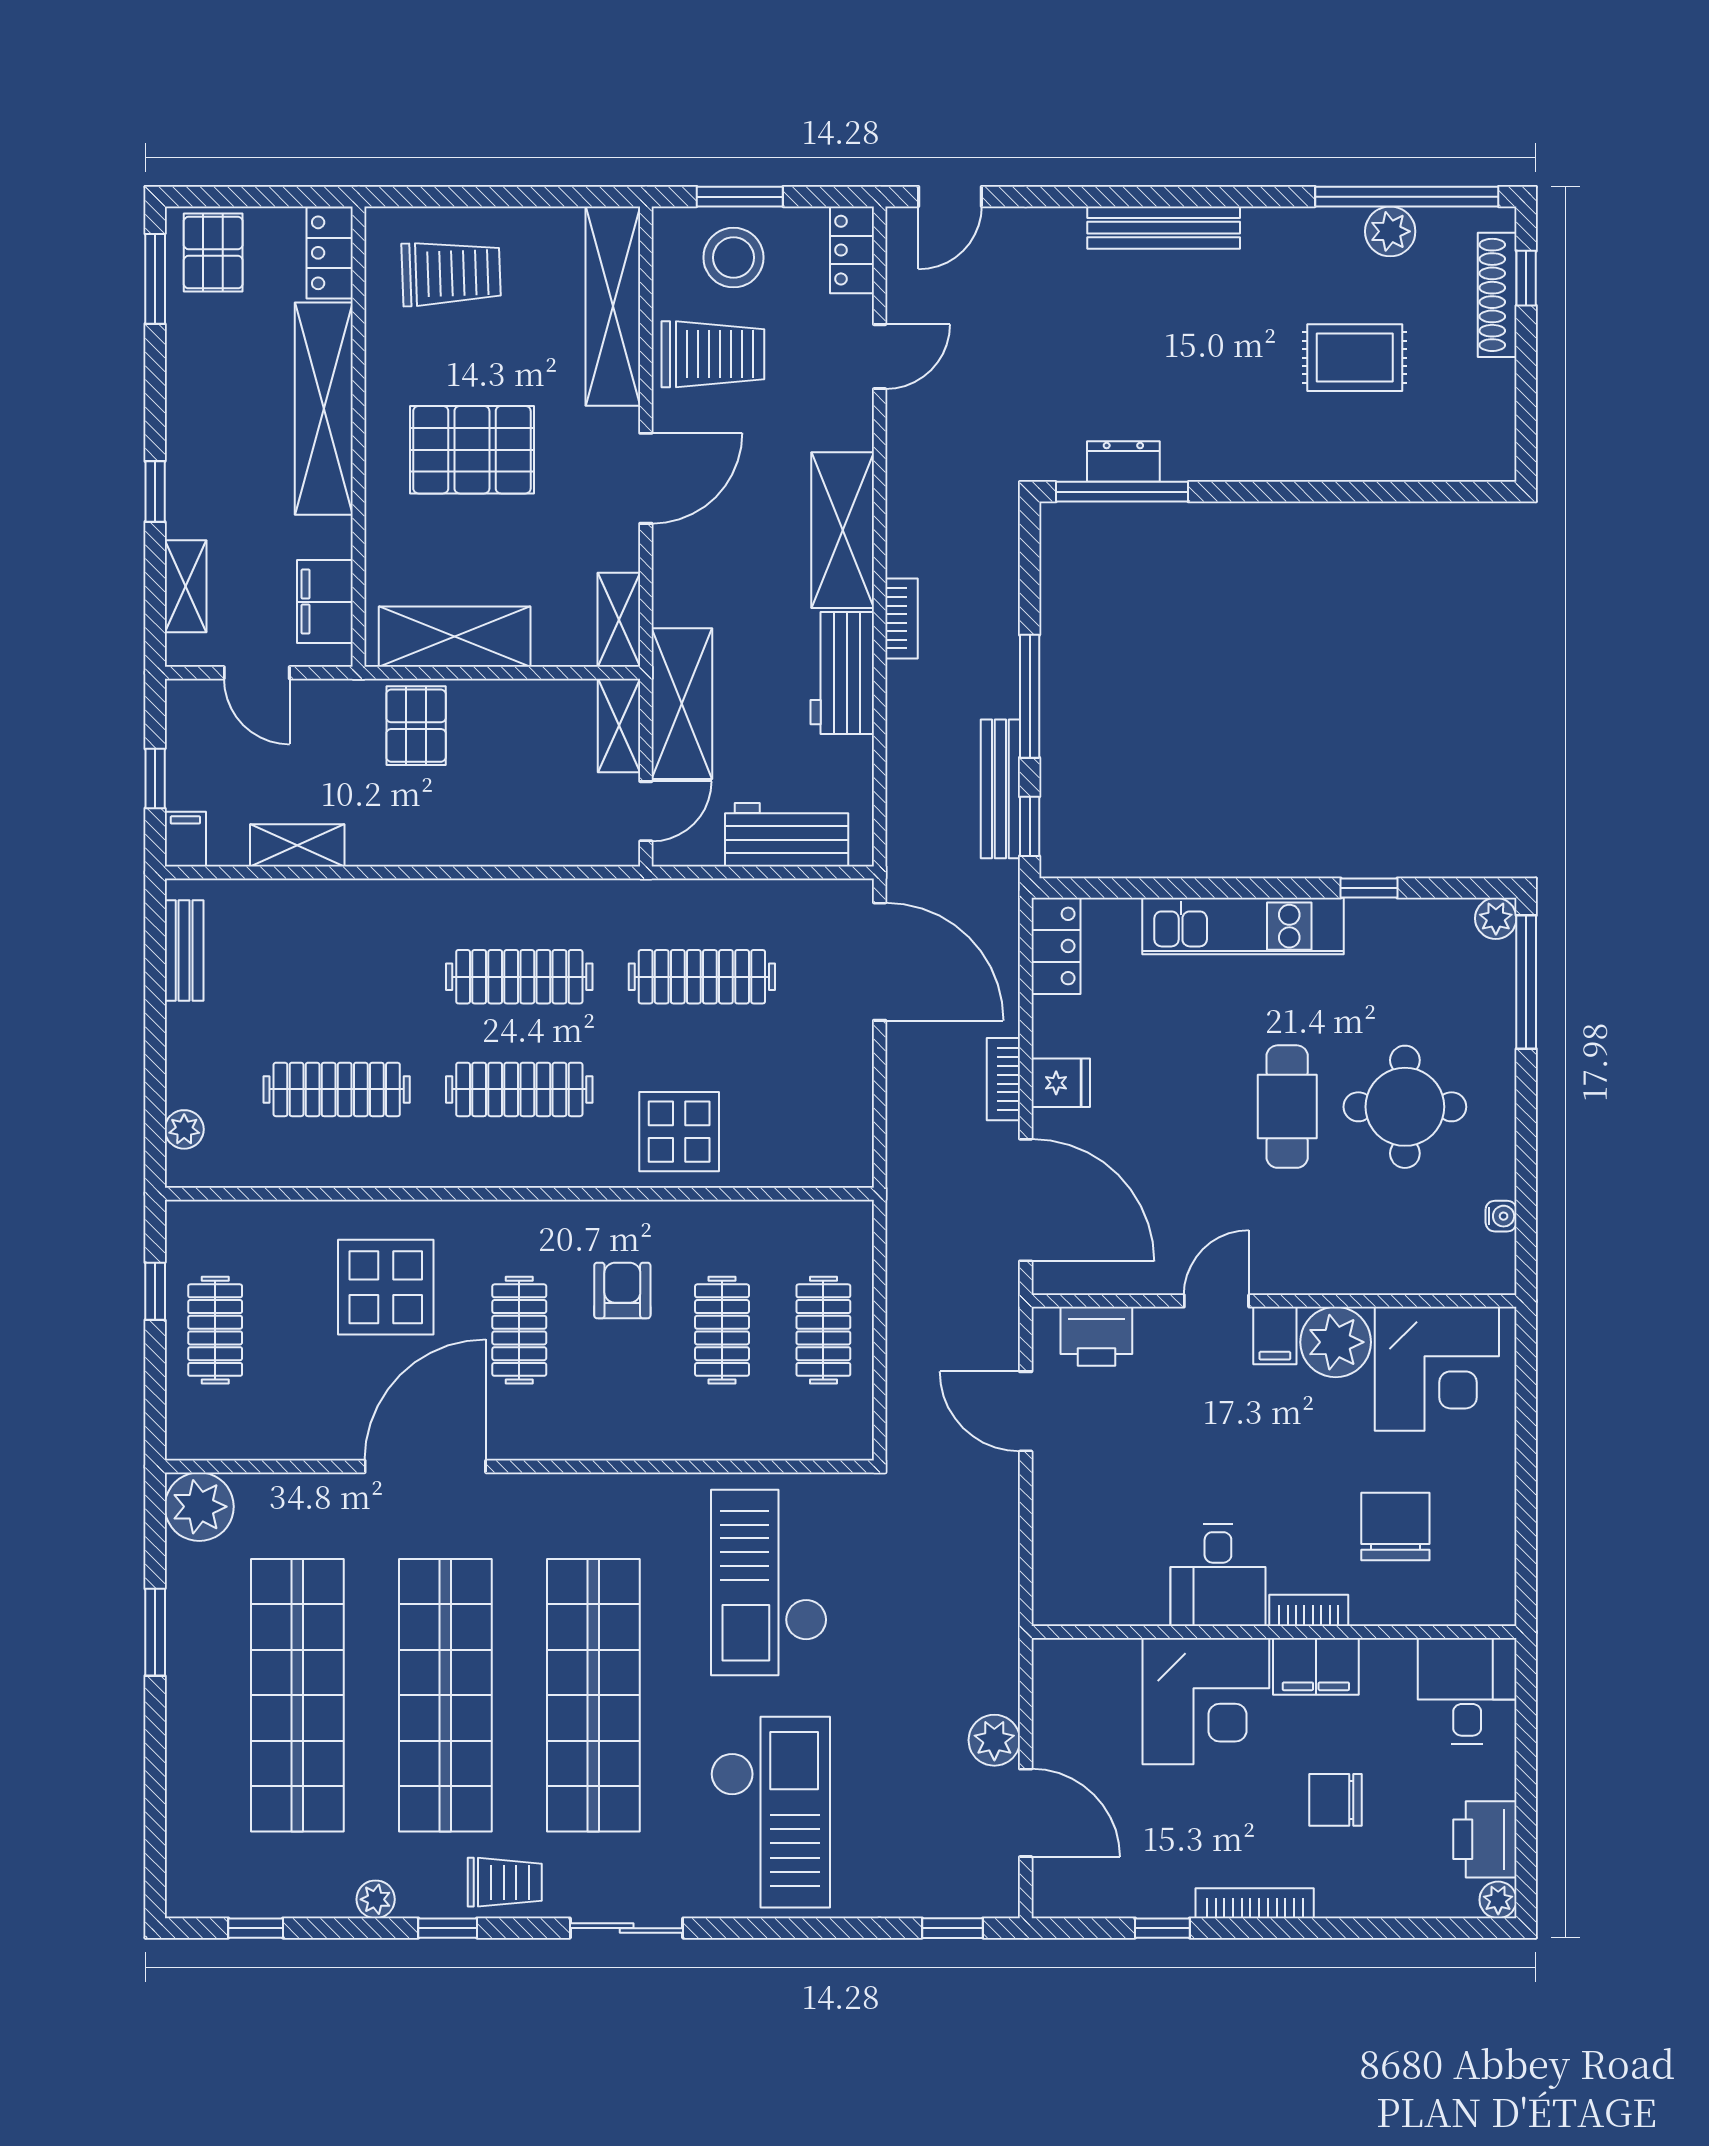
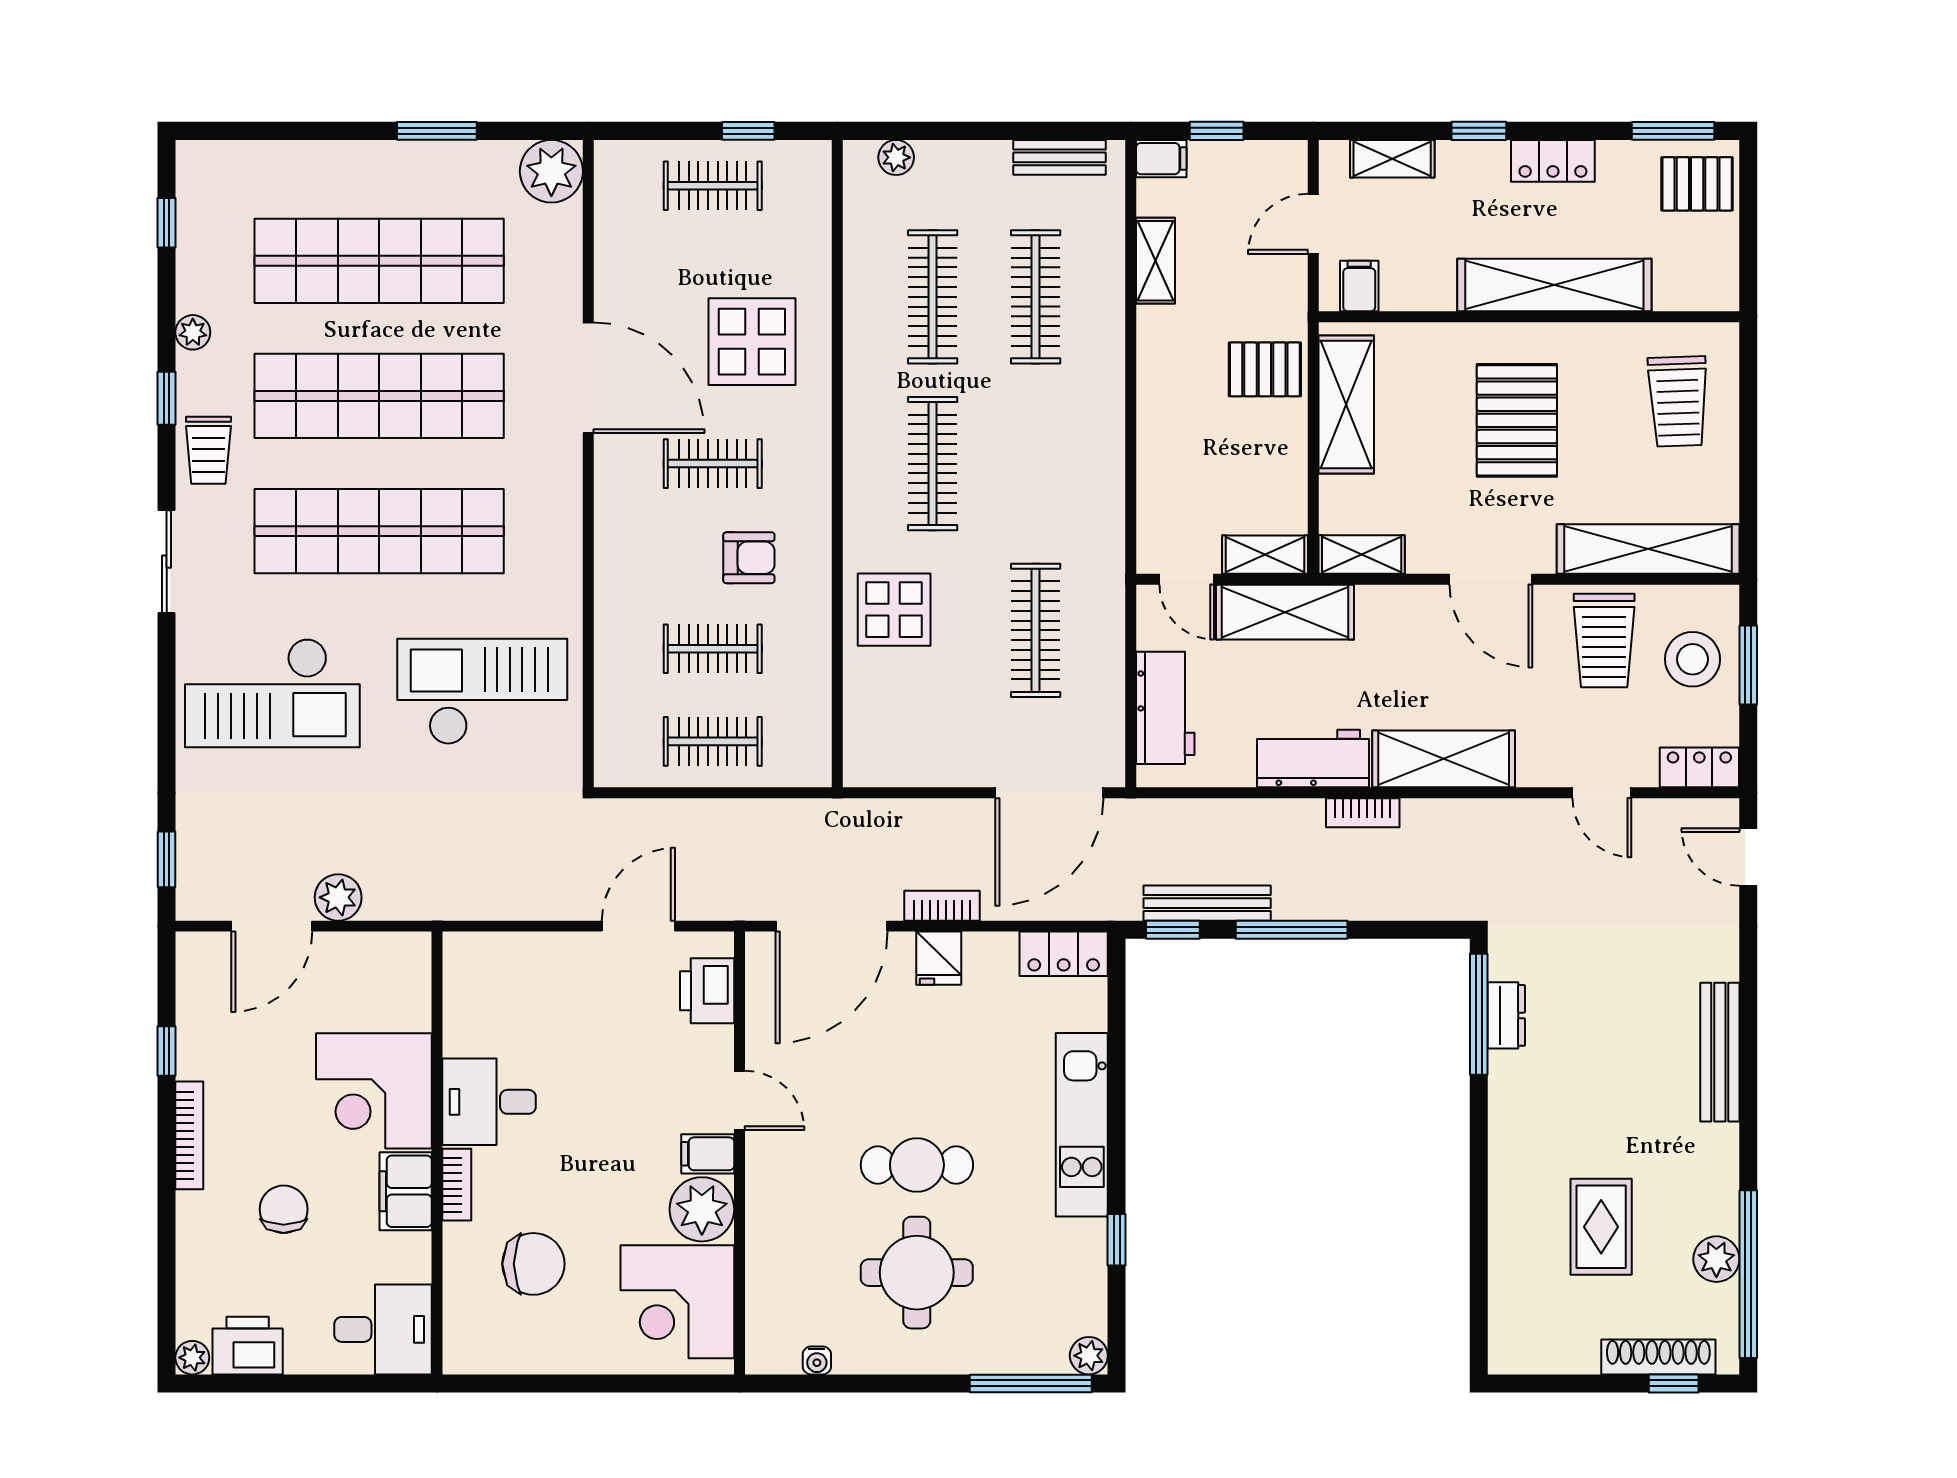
locker: (330, 253) -> (1553, 161), moved, turned 180
filing cabinet: (325, 602) -> (1359, 286), width x0.50
clothes rail: (519, 977) -> (1036, 297), moved

